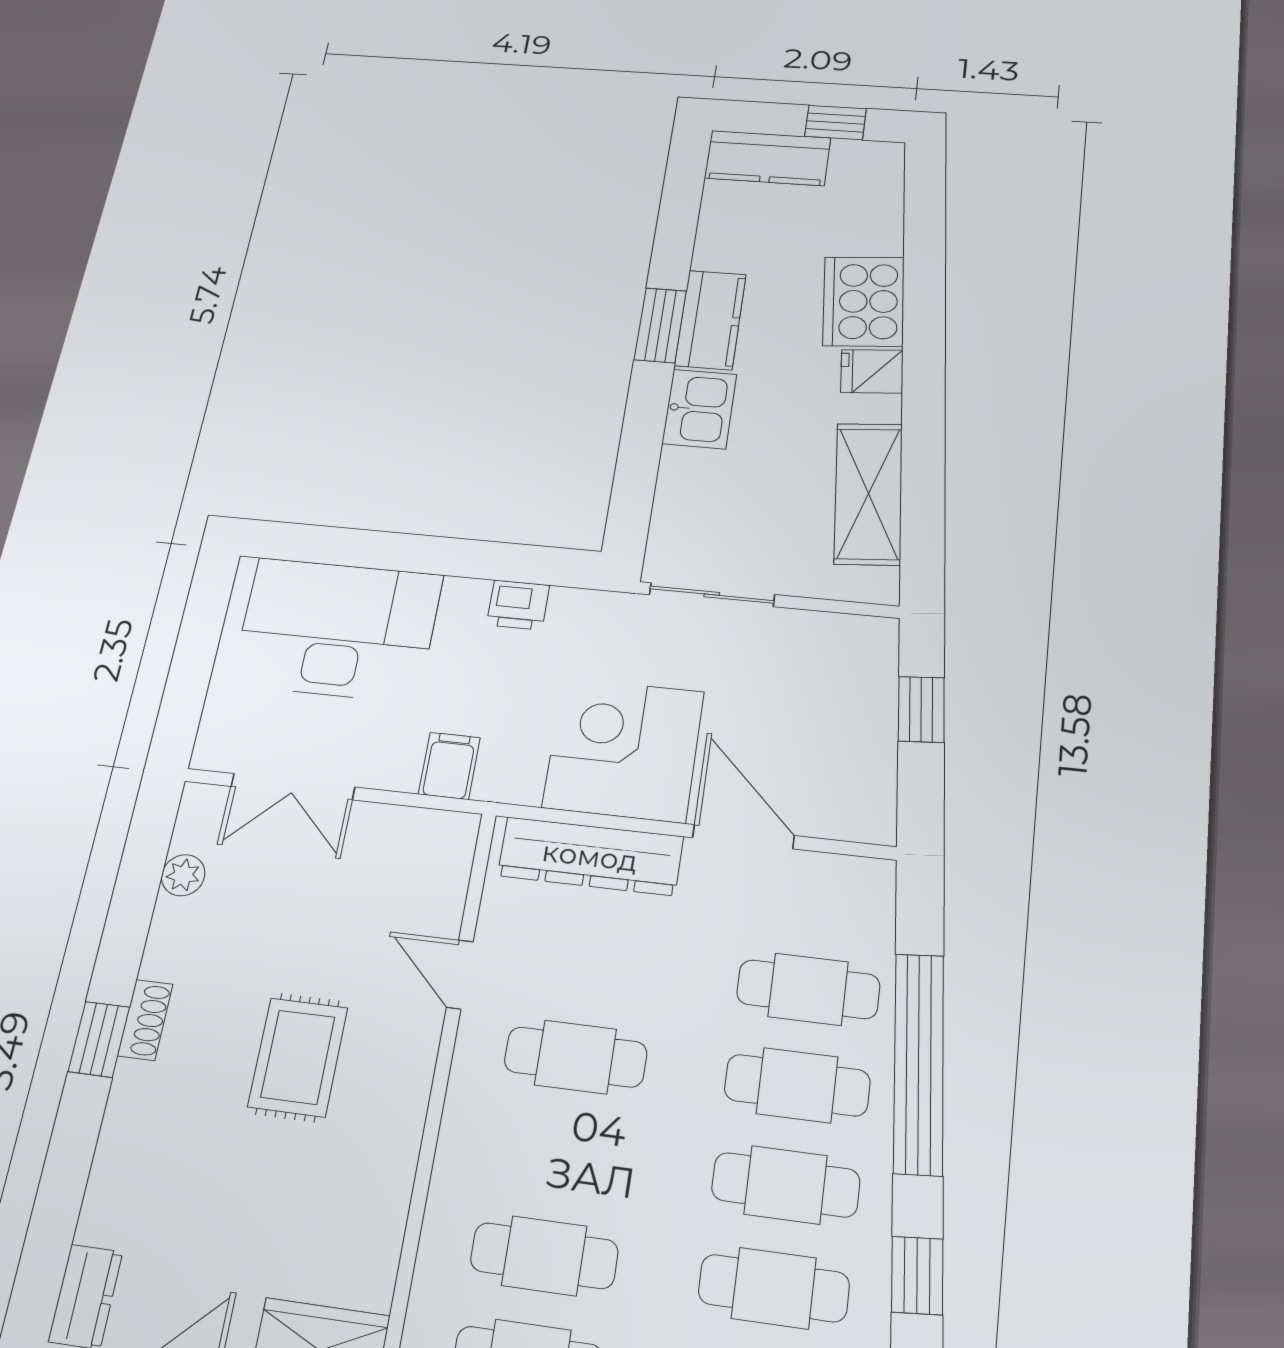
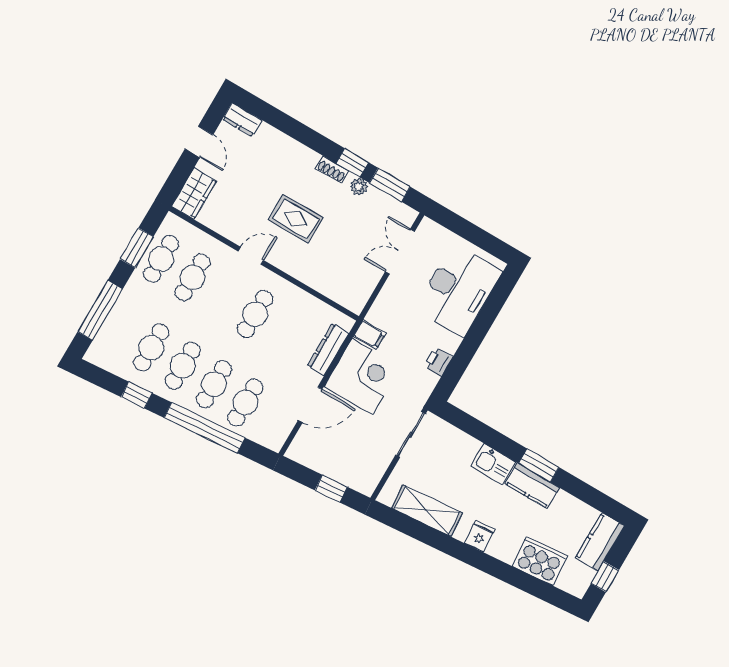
cooker: (864, 301) -> (540, 561), moved
filing cabinet: (449, 766) -> (370, 335), moved
dresser: (590, 856) -> (328, 349), width x0.73, depth x0.80
window: (140, 873) -> (390, 185), added
plant: (183, 875) -> (359, 187), moved
door: (460, 974) -> (251, 256), moved
window: (99, 1039) -> (352, 163), moved

